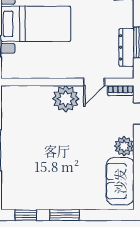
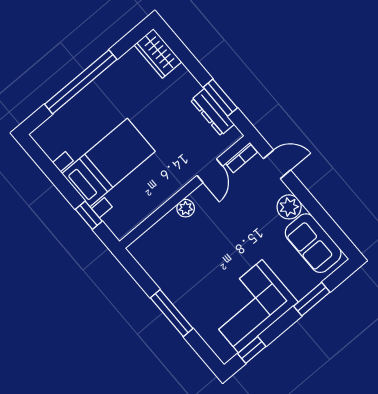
plant: (66, 99) -> (186, 208), width x0.53, depth x0.53
corner sofa: (48, 187) -> (250, 306), added
window: (65, 215) -> (312, 299), moved

